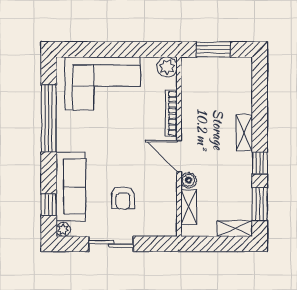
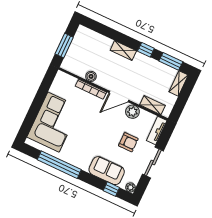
plant: (167, 67) -> (132, 112), moved
boiler: (189, 180) -> (91, 76), moved
sofa: (71, 186) -> (107, 171), width x0.73
tv unit: (157, 229) -> (157, 131), added

